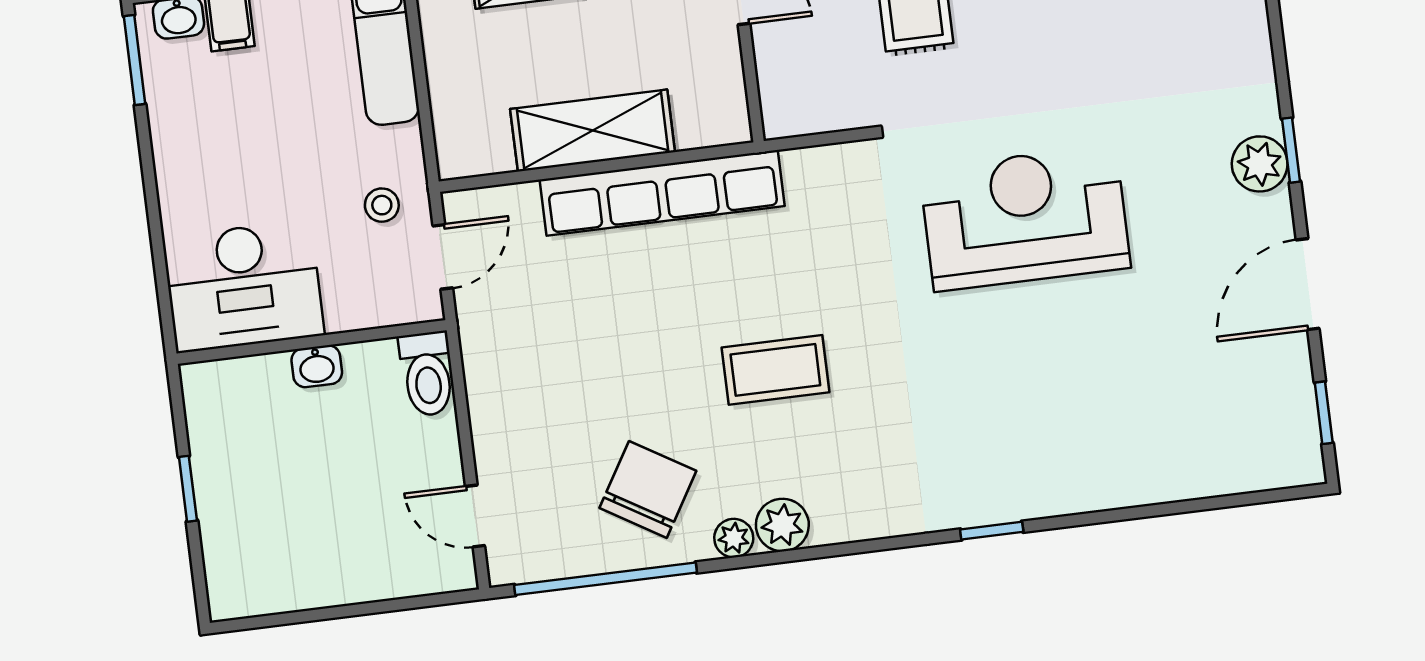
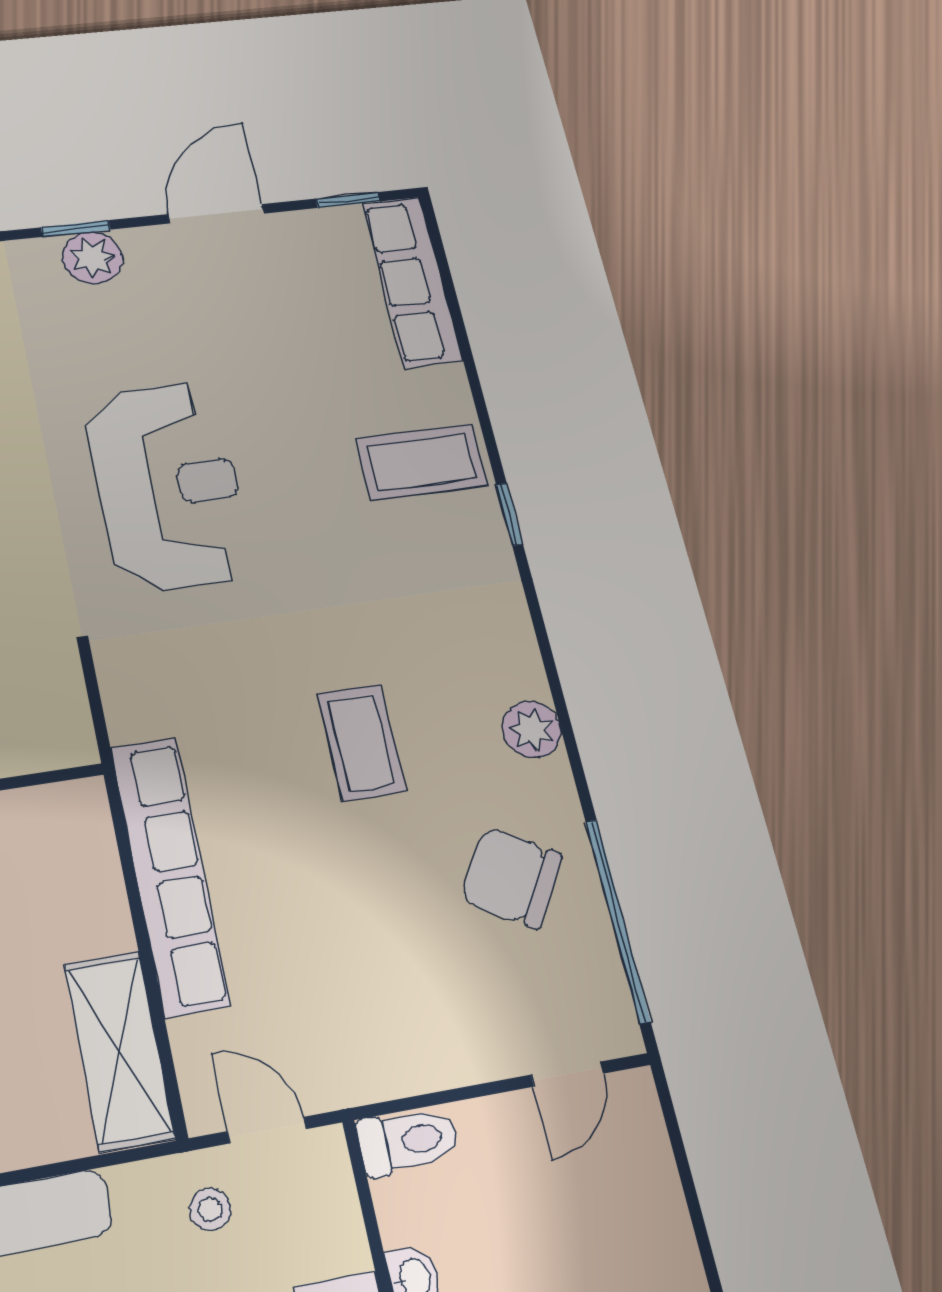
shelving: (593, 131) -> (119, 1051), moved
reception desk: (1025, 218) -> (169, 486), turned 180
door: (1308, 284) -> (216, 214), swing flipped
coffee table: (1046, 454) -> (422, 462), added
row of seats: (1235, 466) -> (412, 281), added
plant: (734, 538) -> (553, 781), removed

